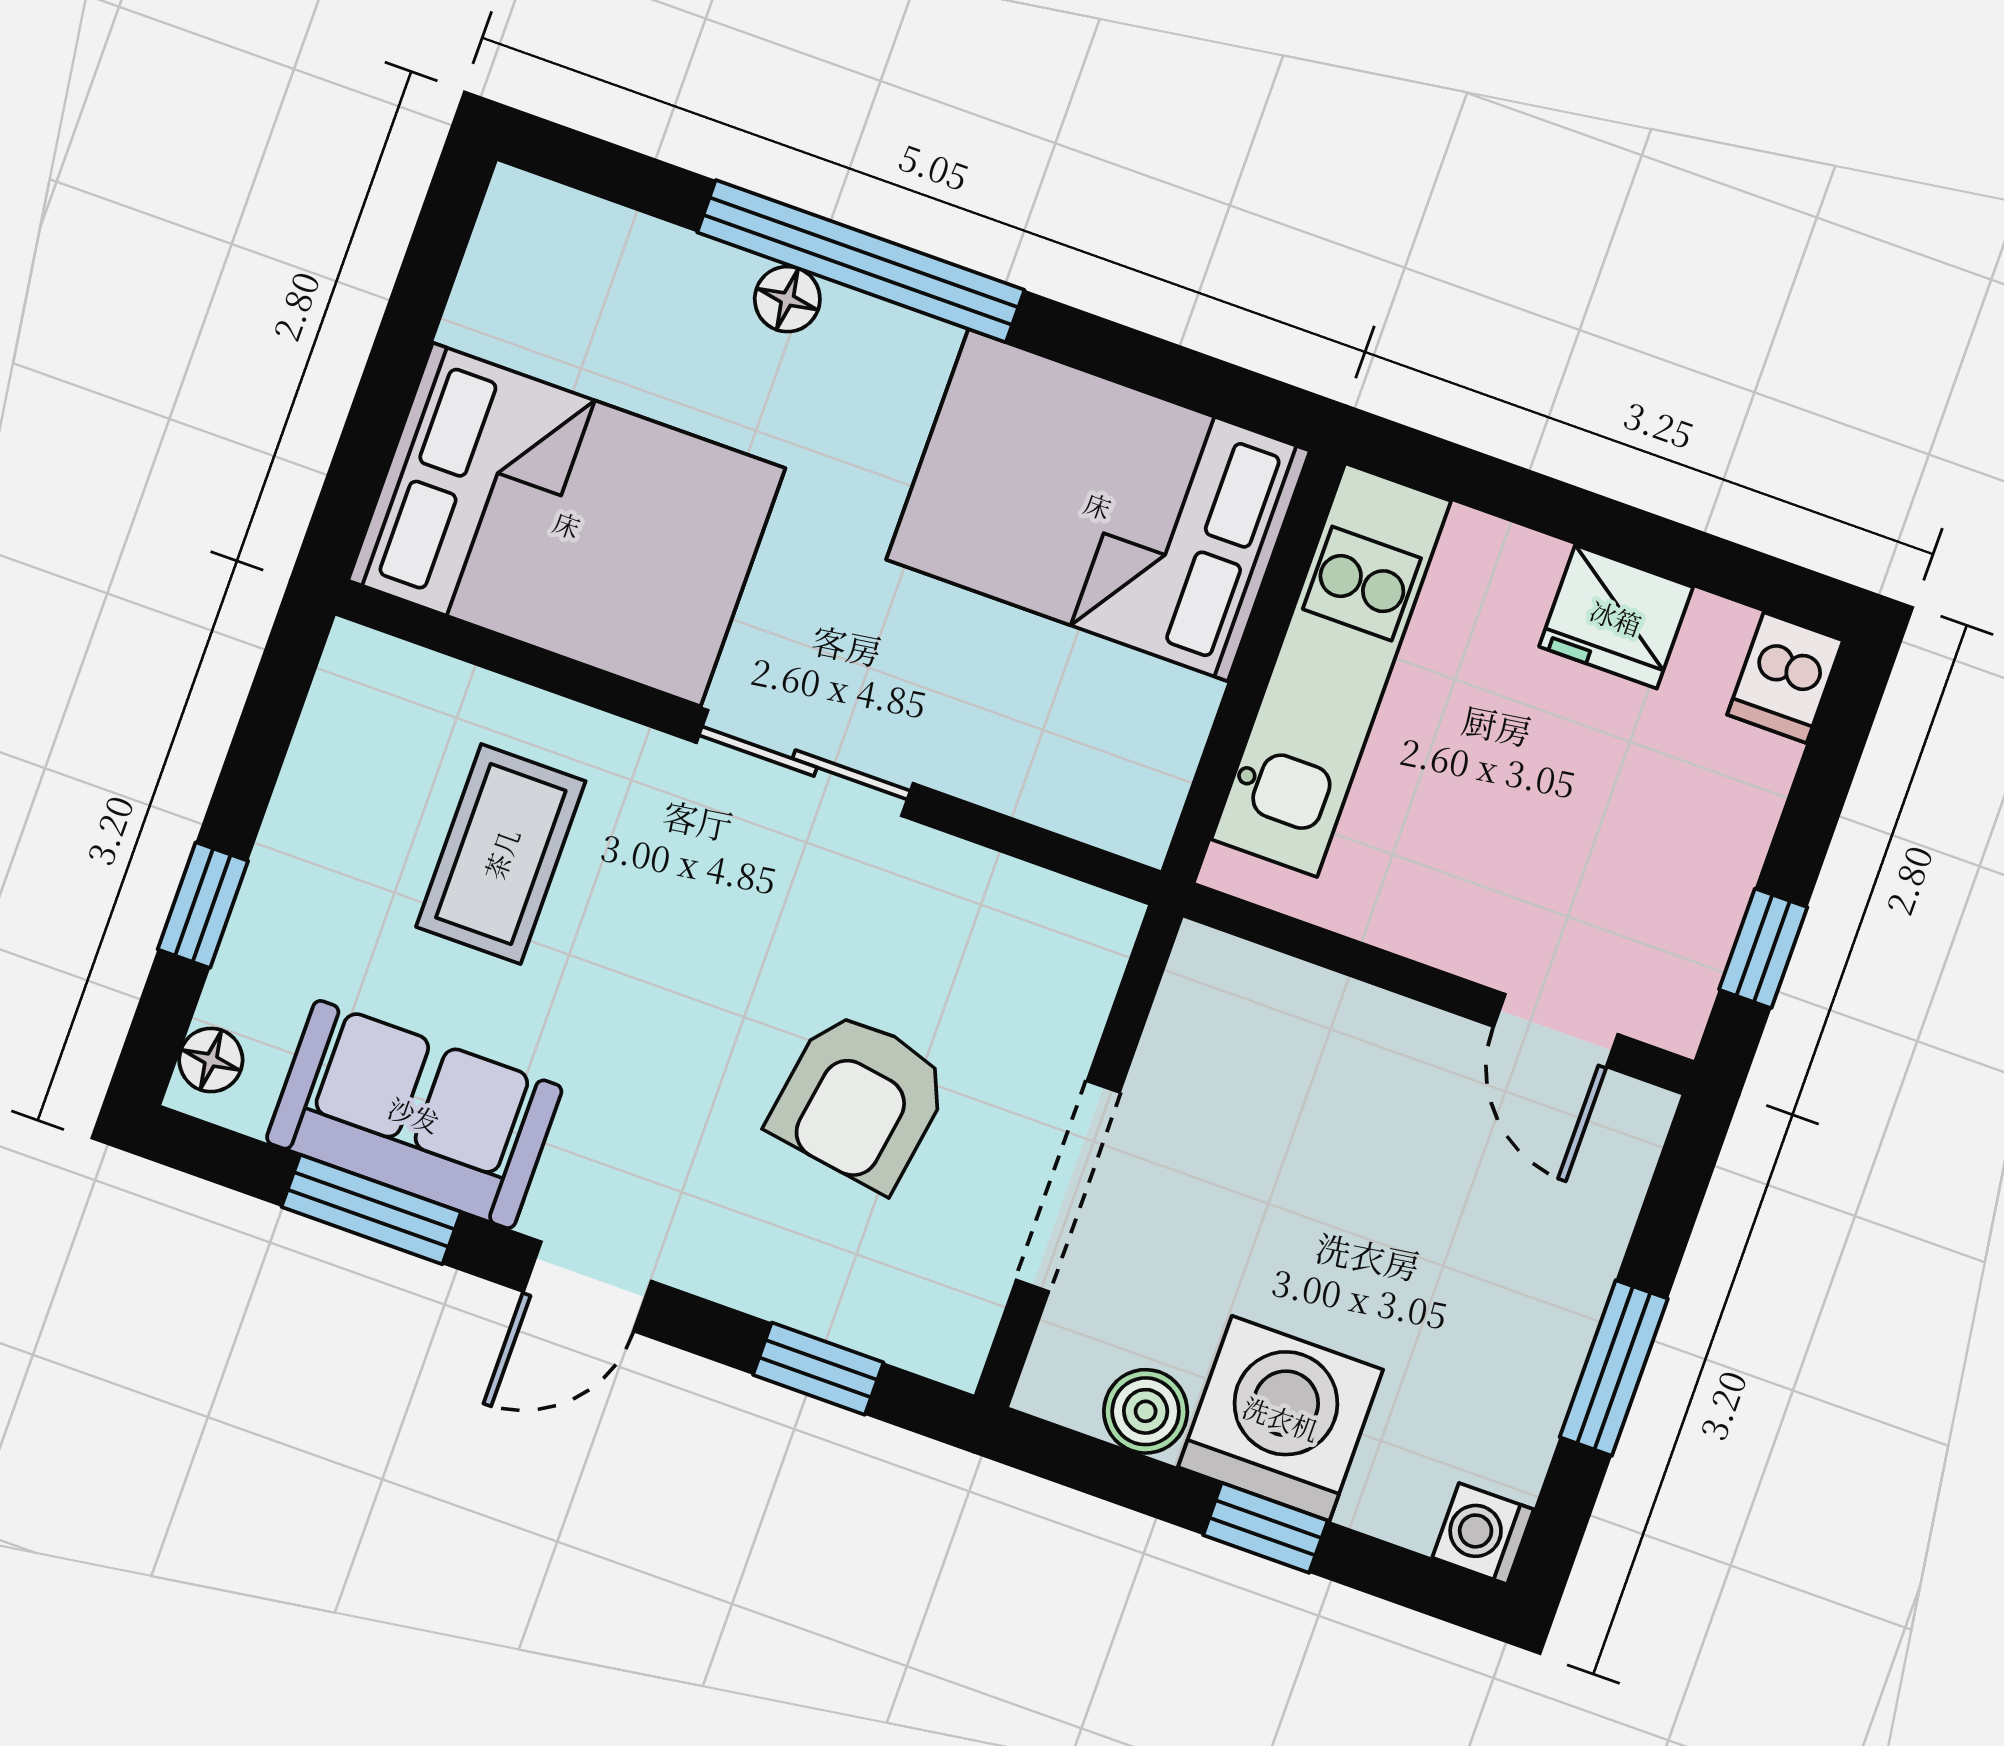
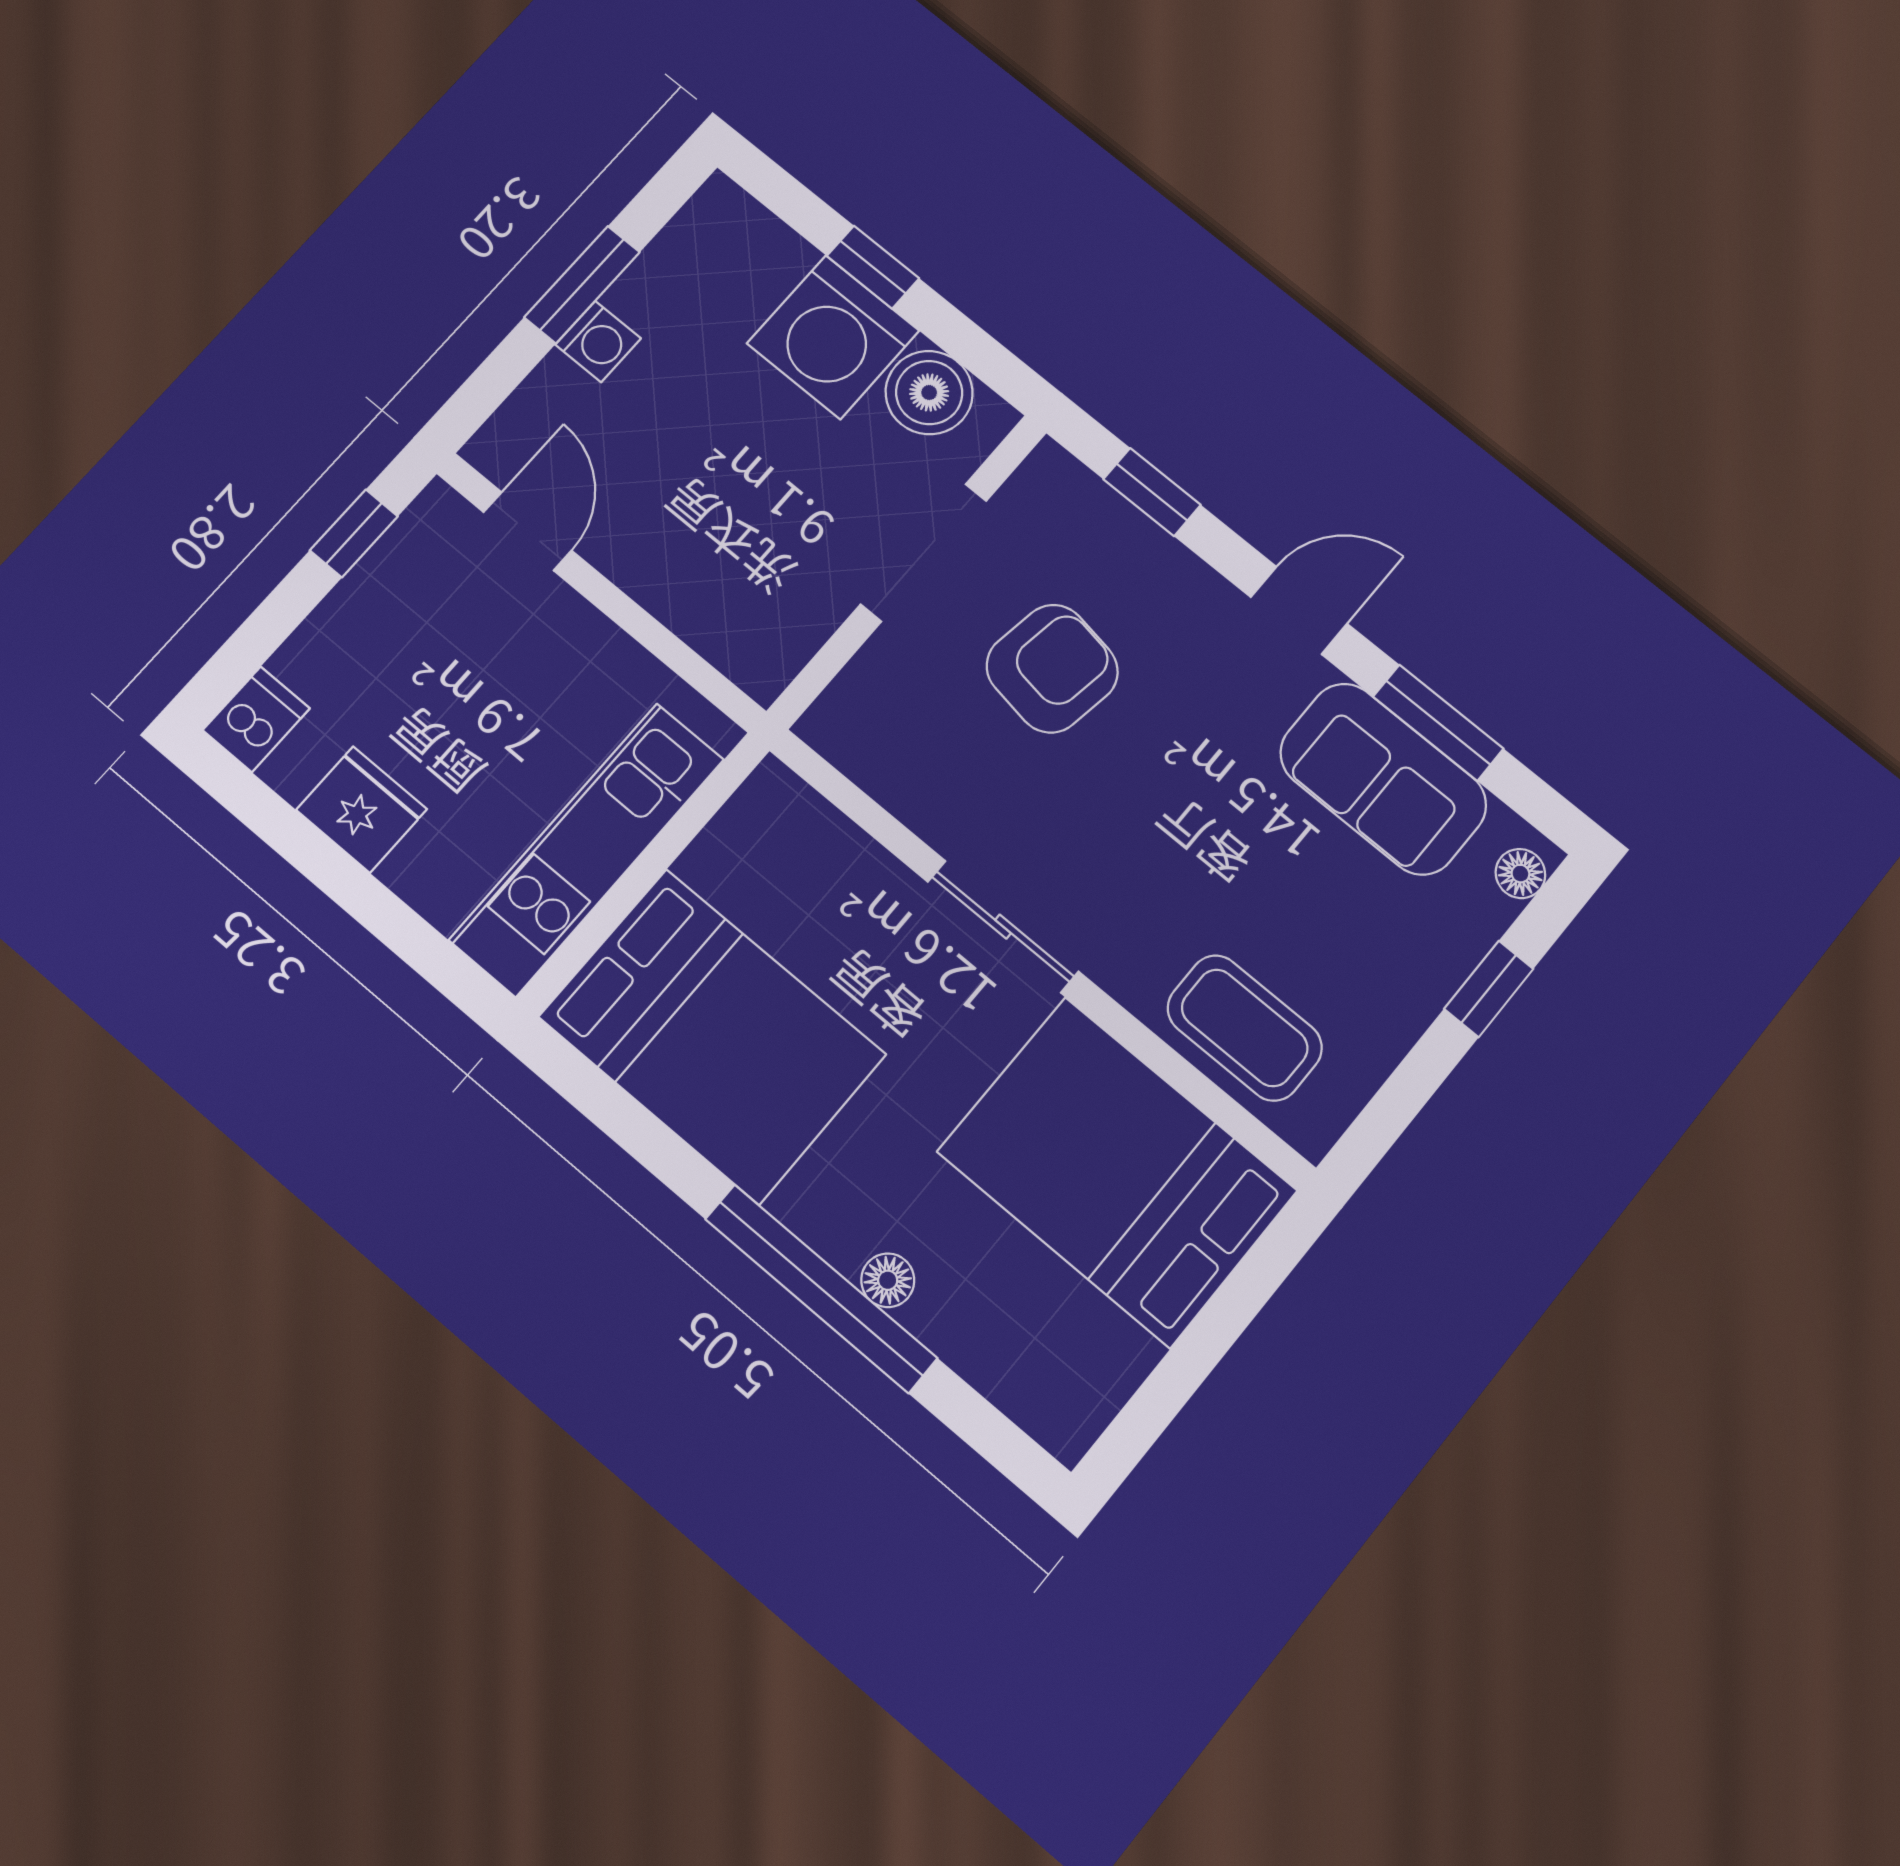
coffee table: (501, 854) -> (1245, 1028), moved, turned 90
boiler: (1146, 1411) -> (929, 393), width x1.36, depth x1.36
washing machine: (1483, 1534) -> (598, 342), moved

